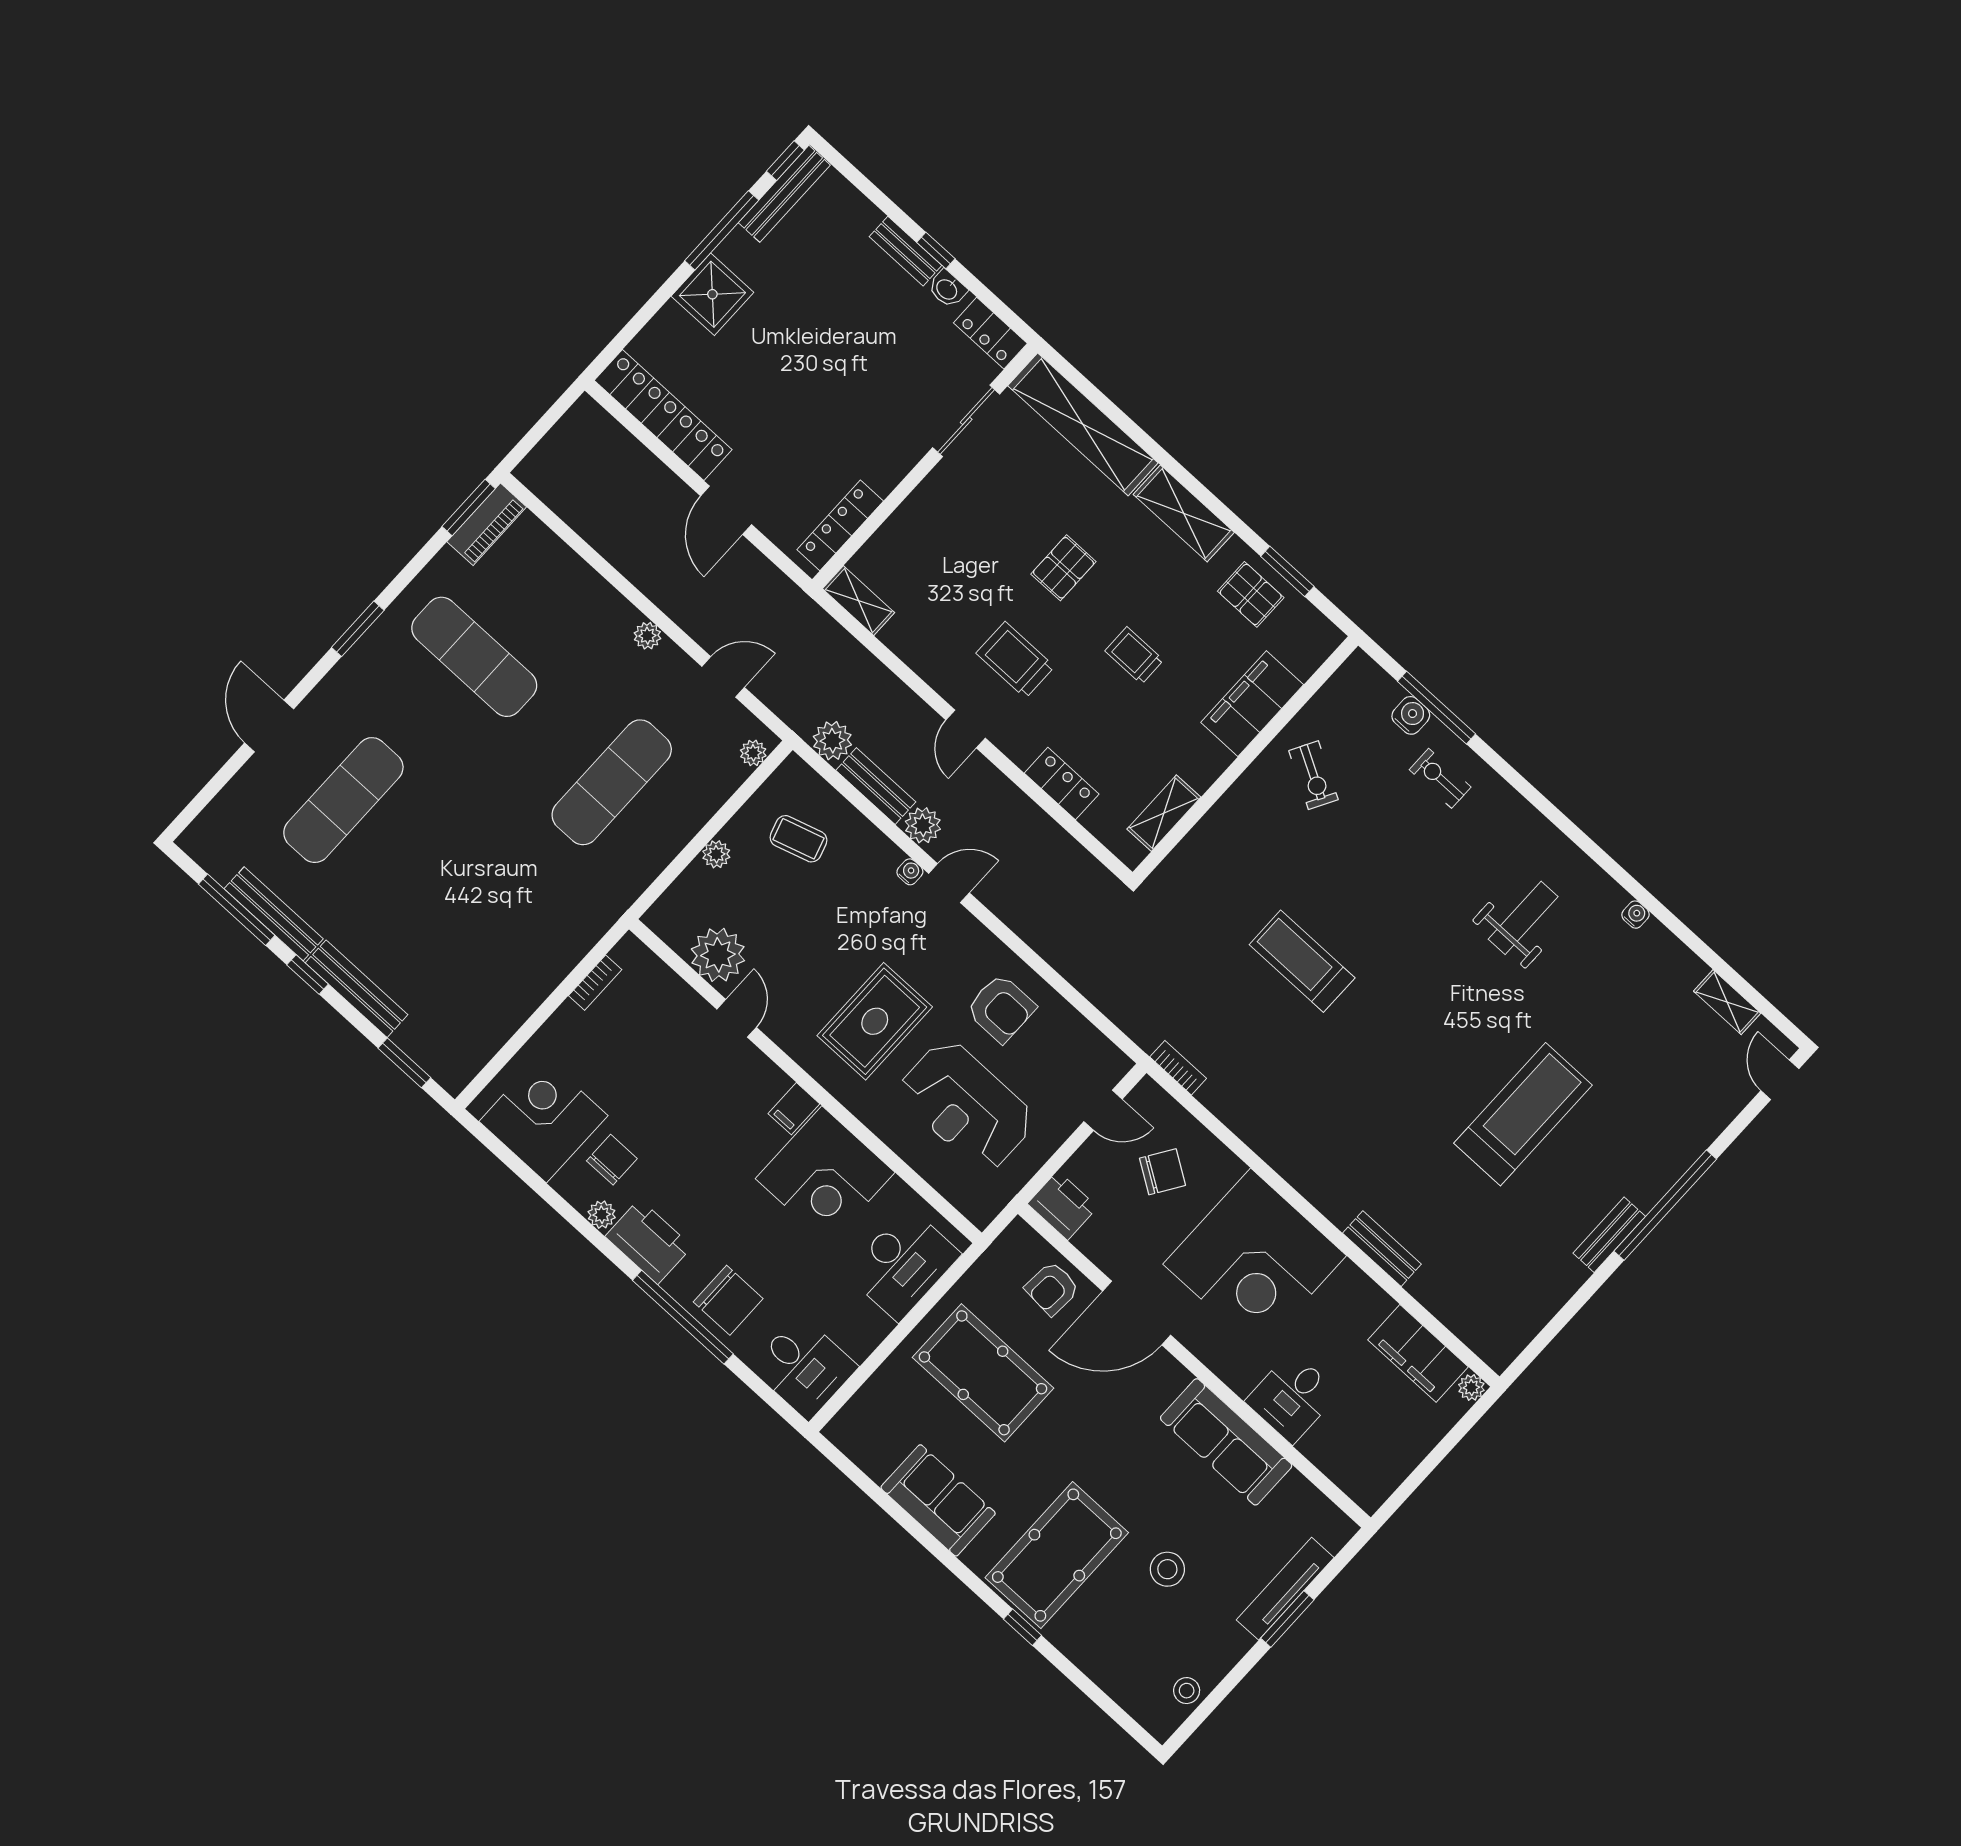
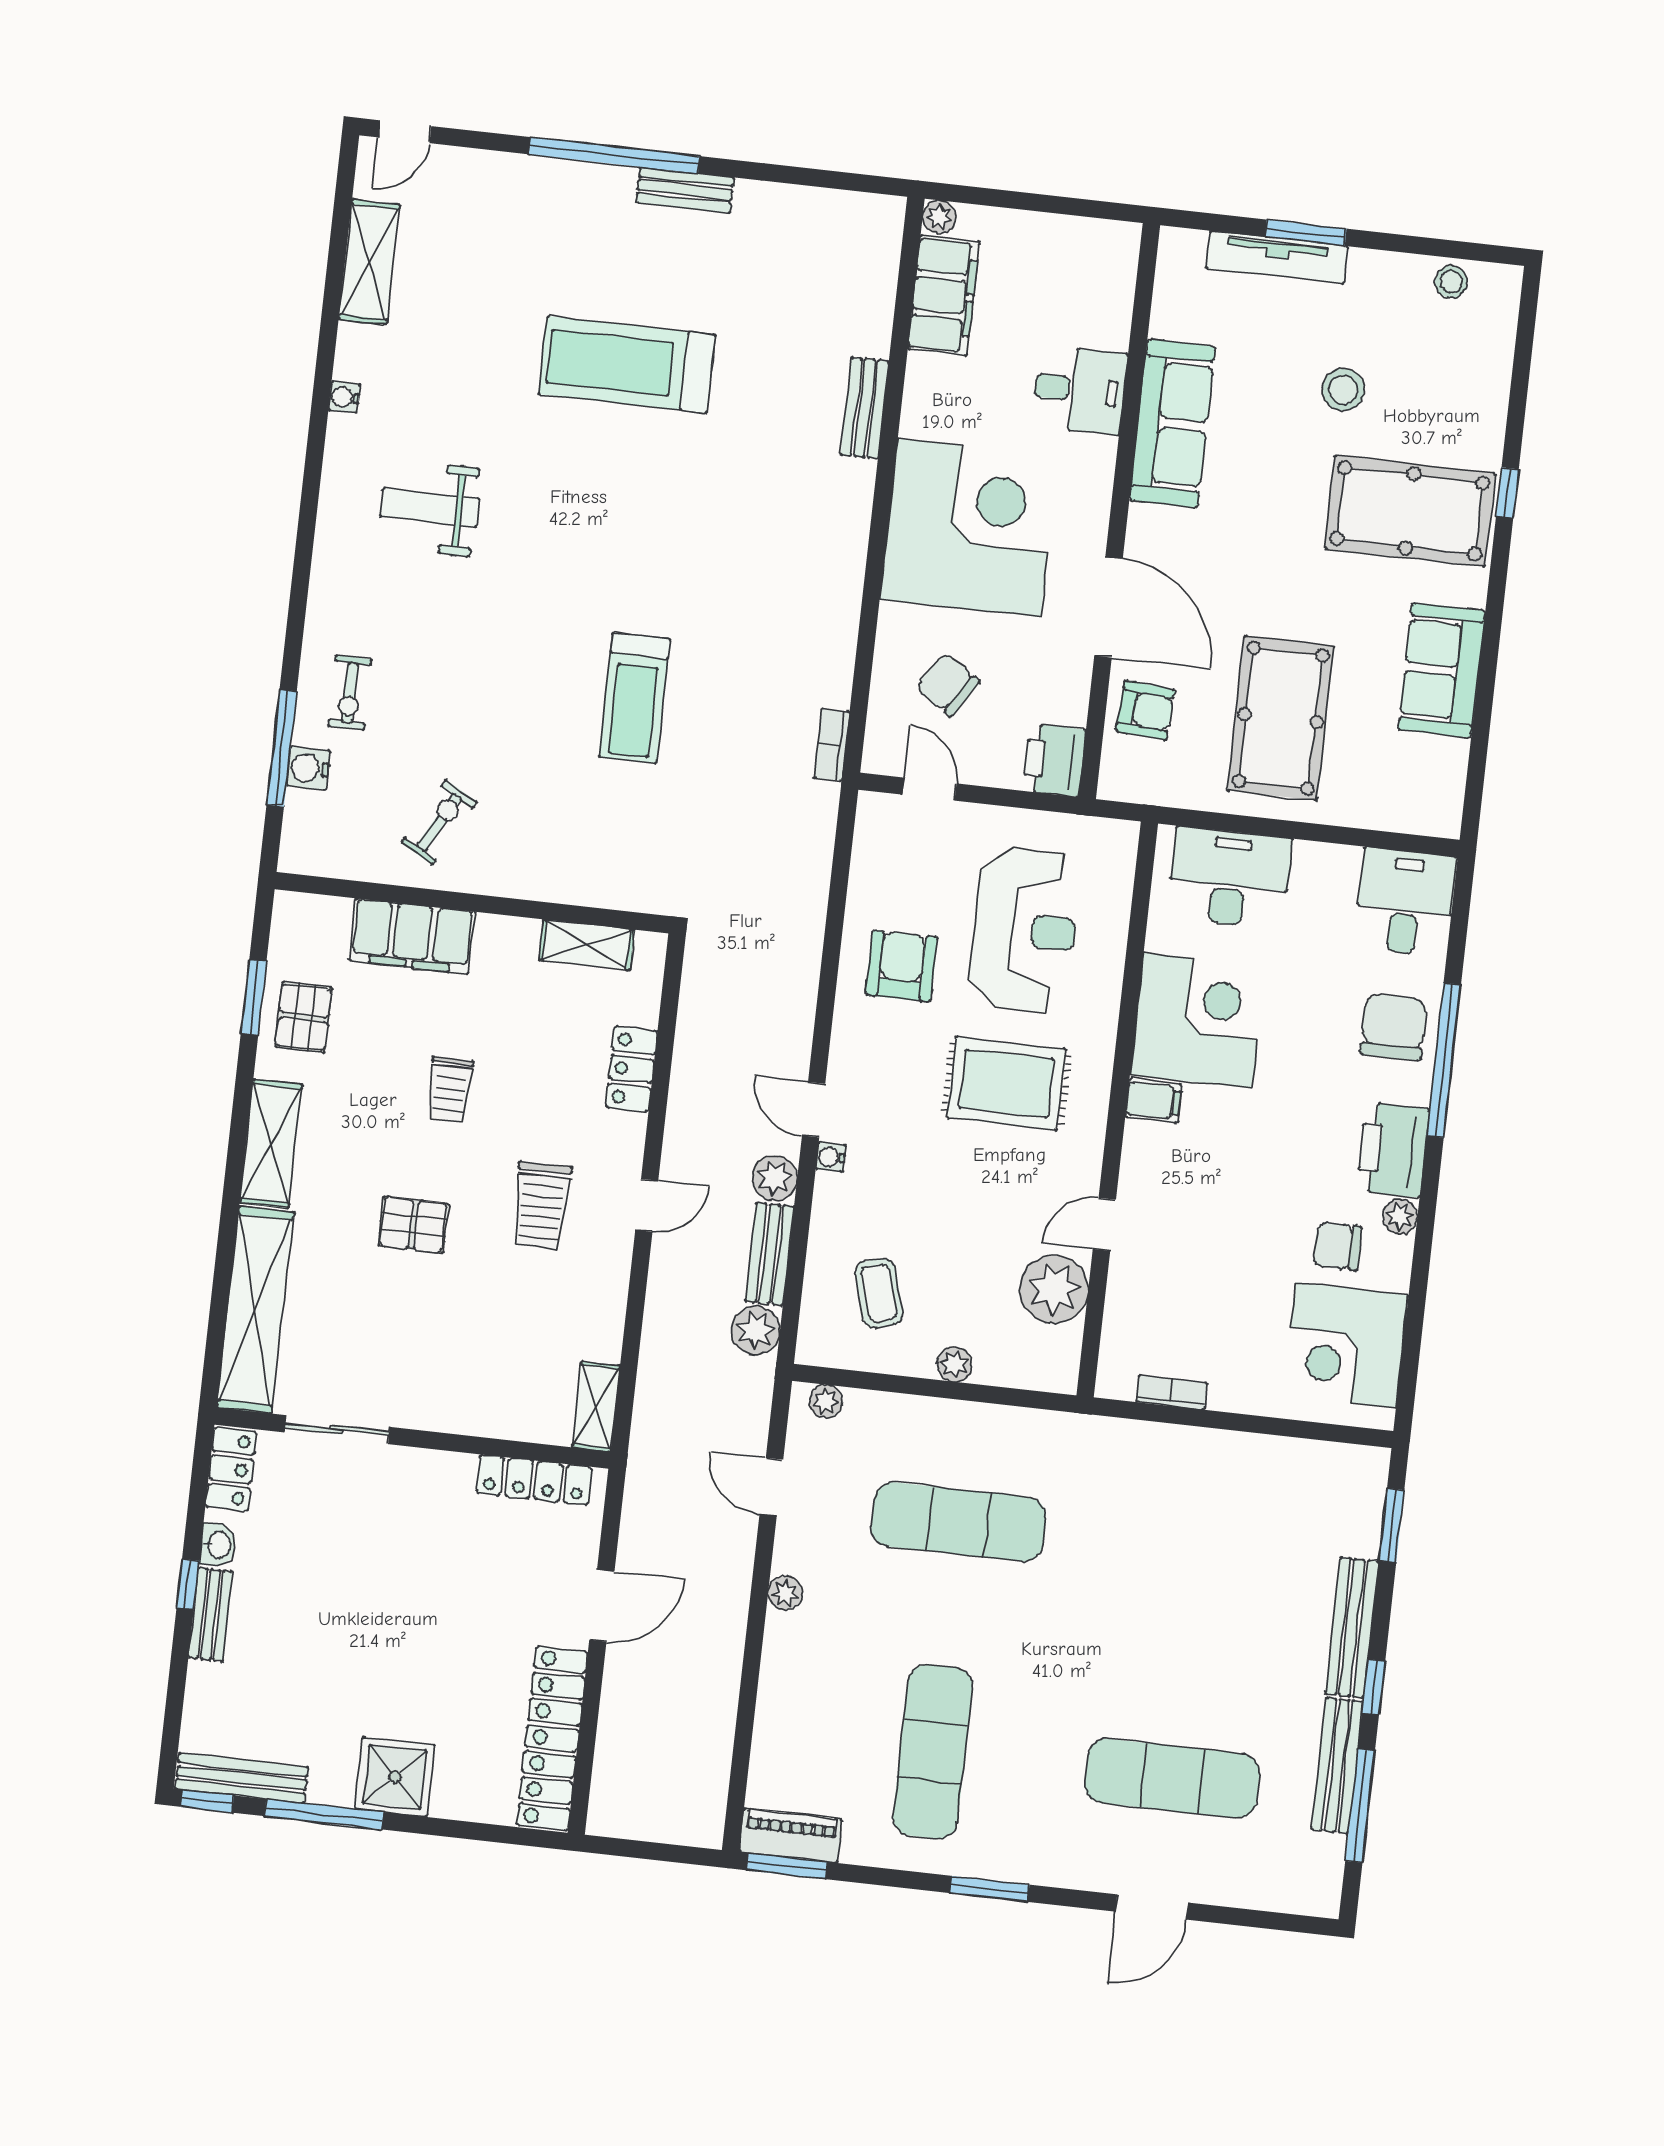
shelving: (1727, 1002) -> (369, 262), width x1.50, depth x1.33

